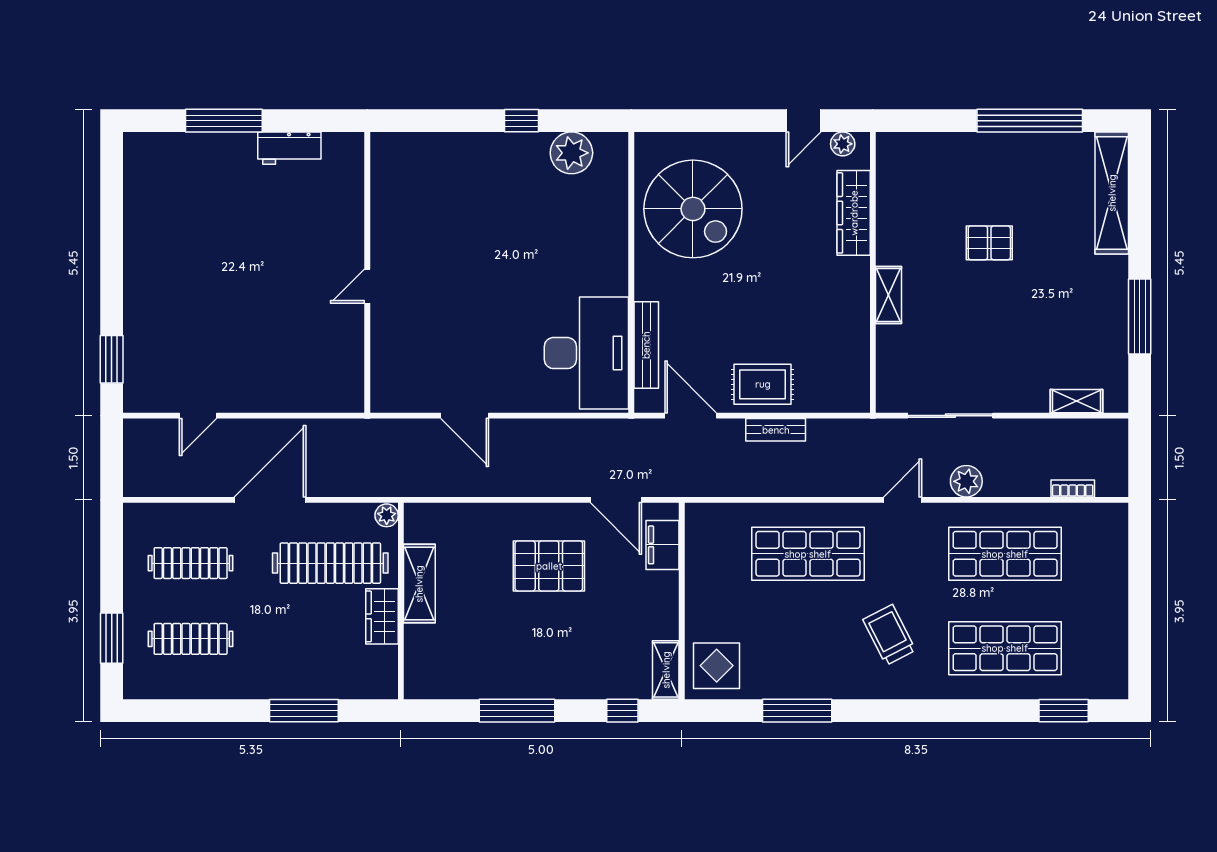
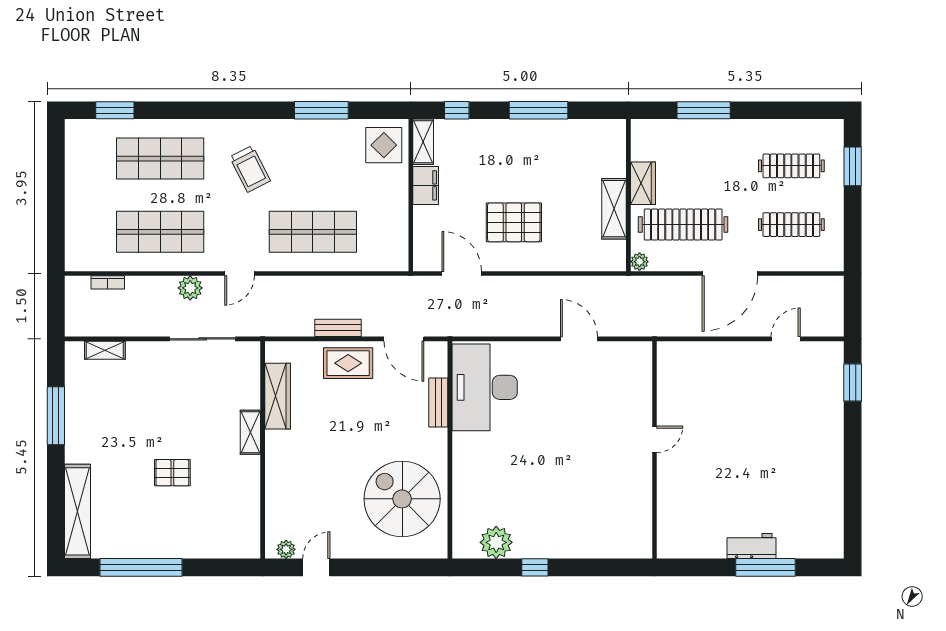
workbench: (289, 148) -> (751, 546), moved
wardrobe: (854, 213) -> (278, 396), moved
bench: (646, 345) -> (438, 403), width x0.73
filing cabinet: (663, 545) -> (426, 185), moved

